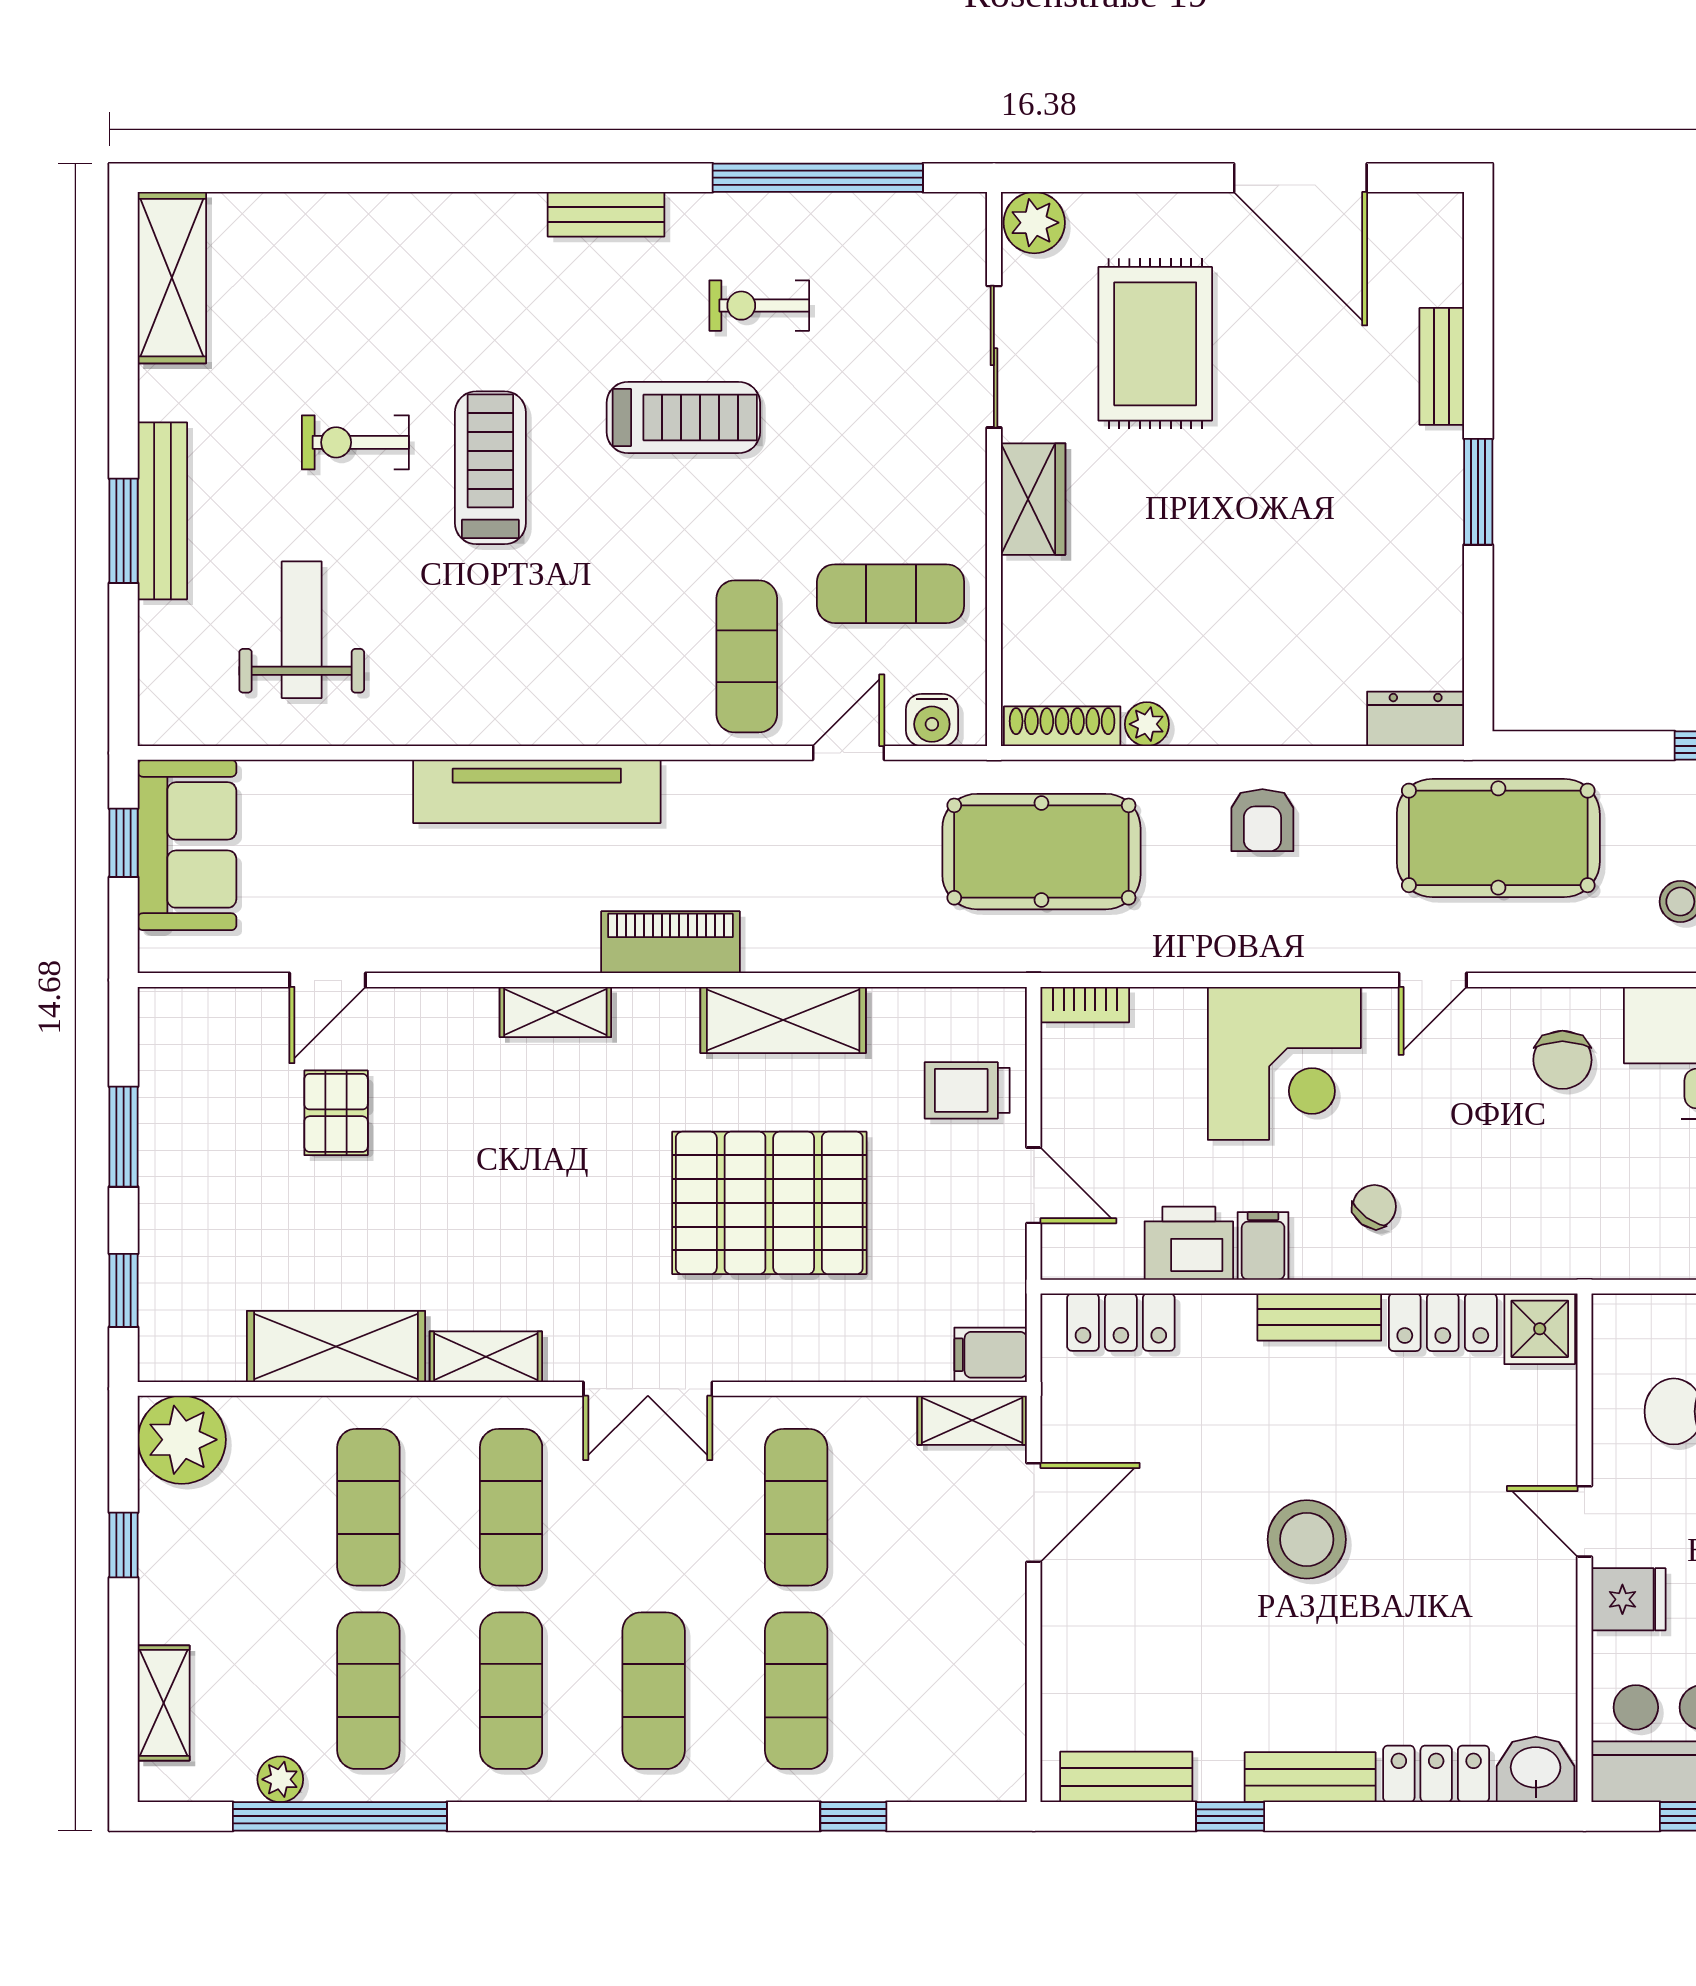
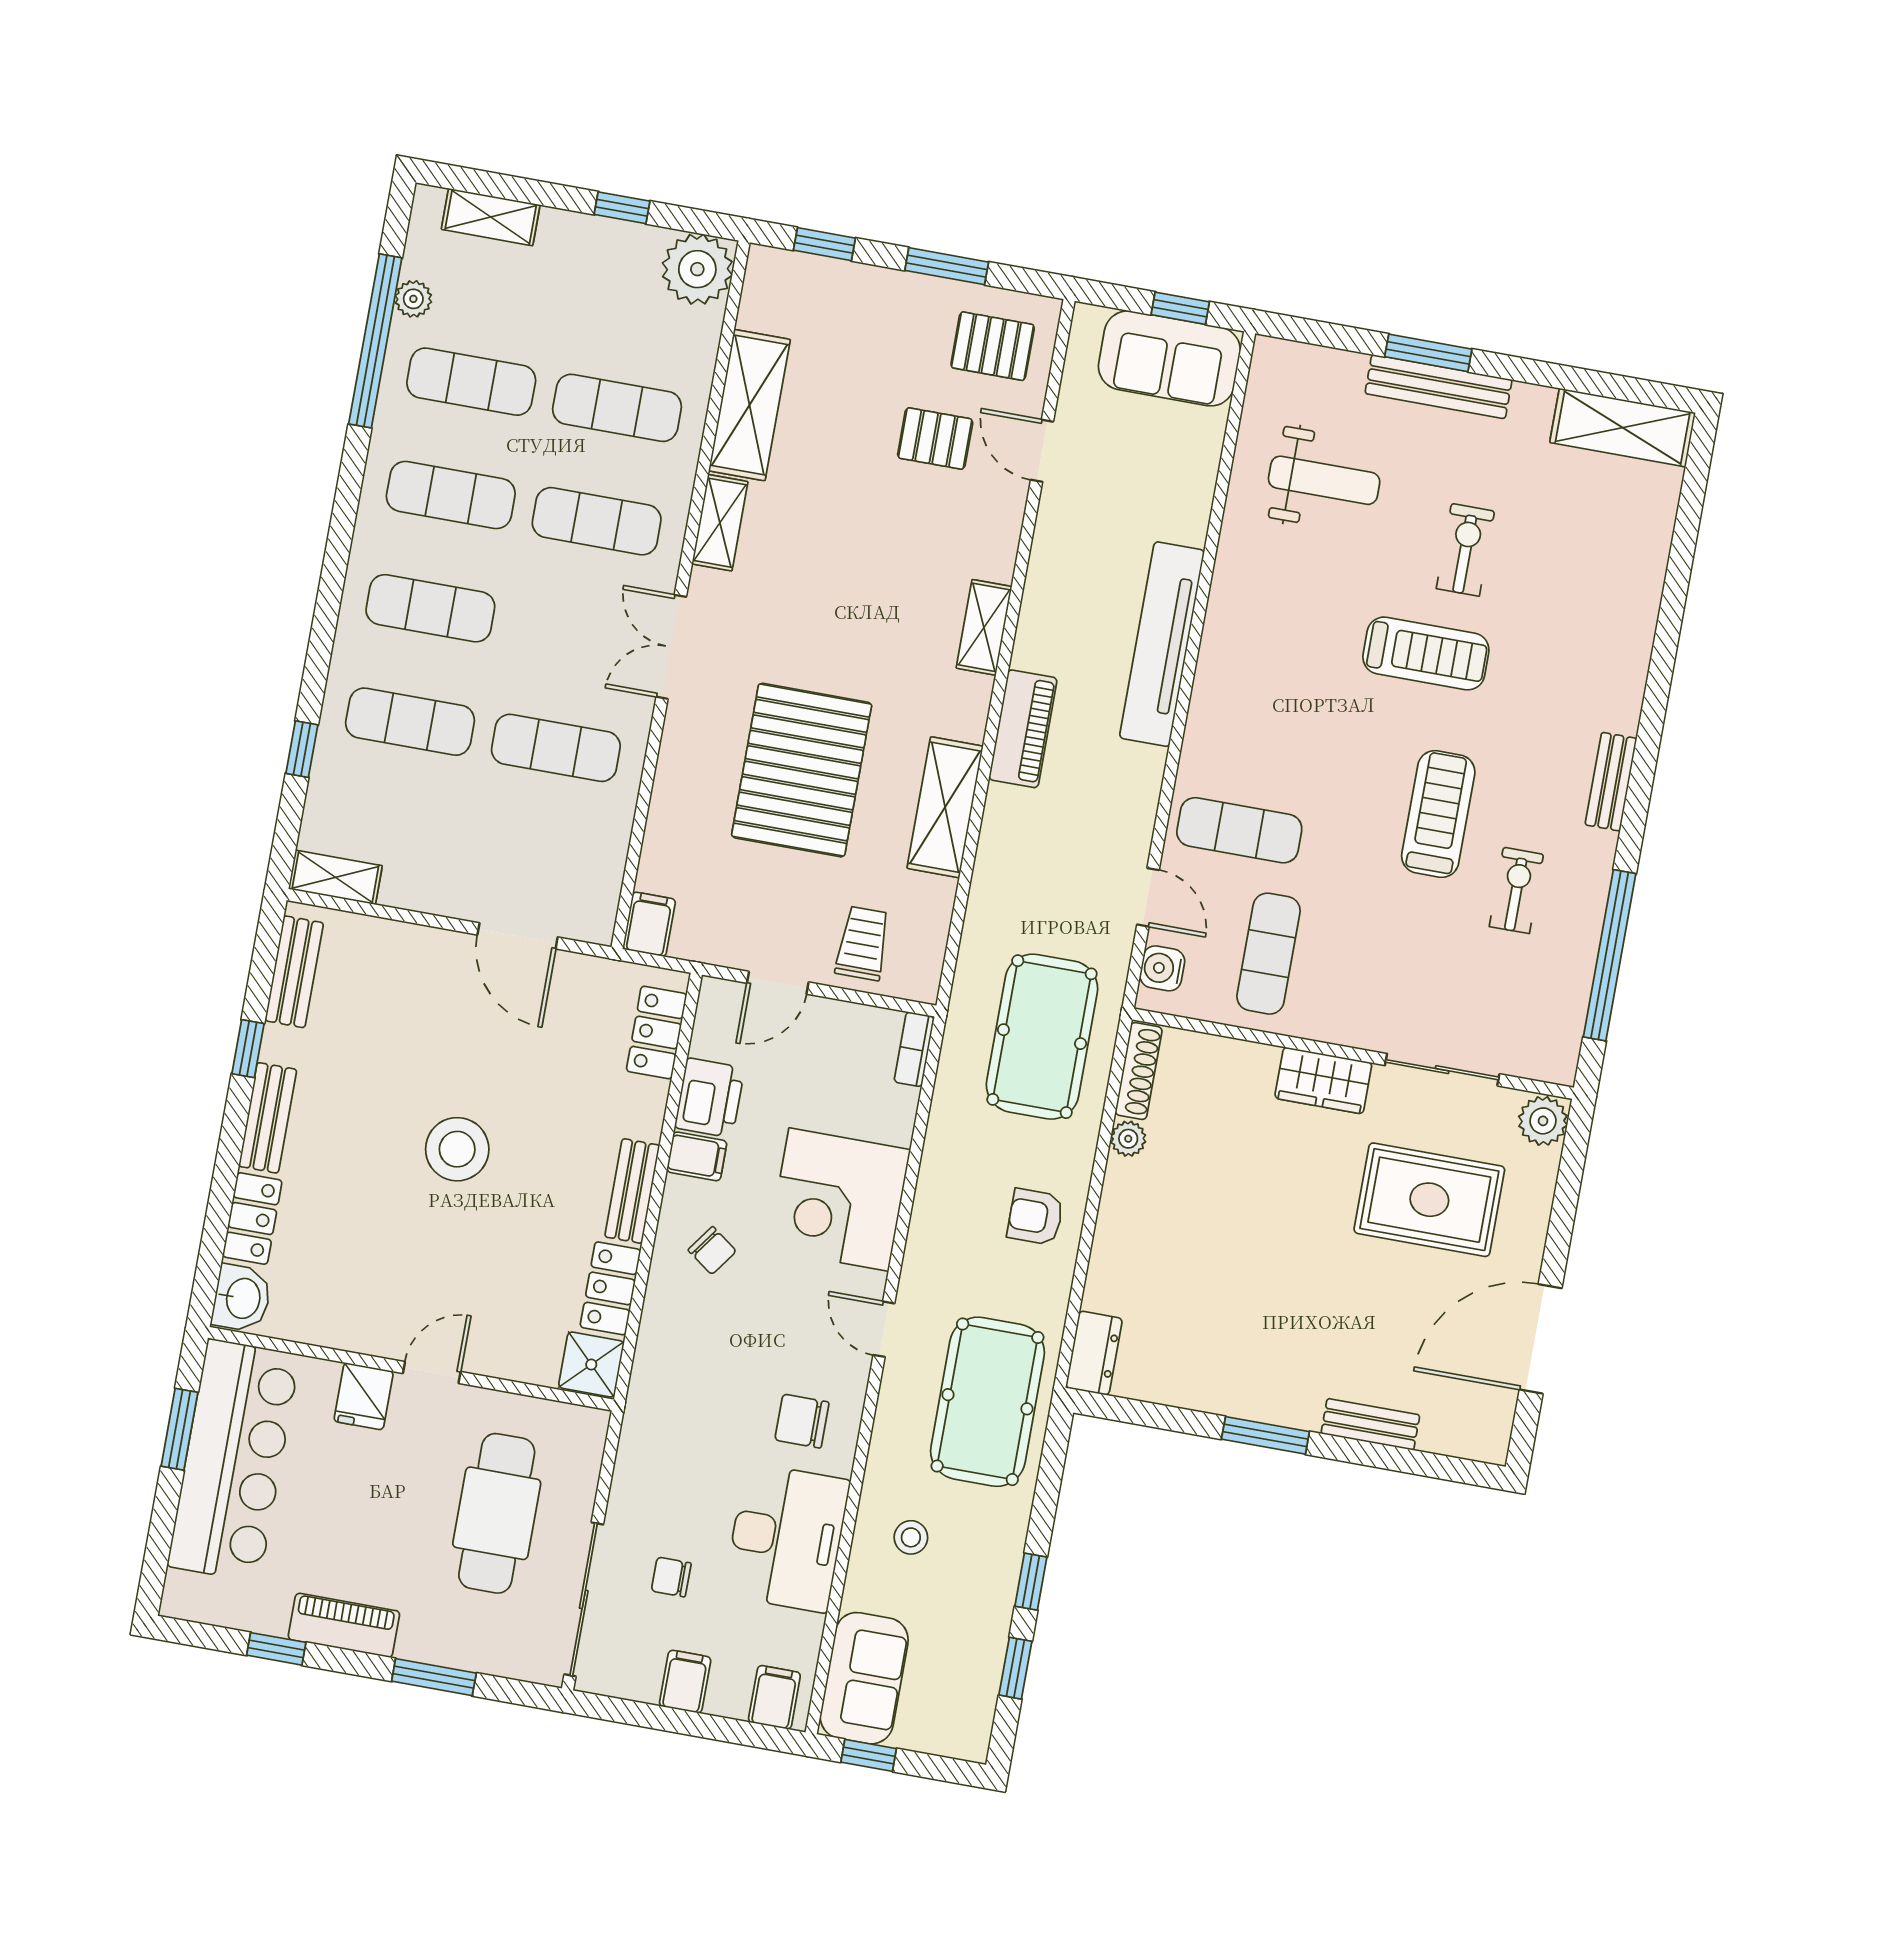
treadmill: (683, 417) -> (1438, 814), turned 180
pallet: (211, 1063) -> (993, 346), added
shelving: (972, 1420) -> (335, 877), moved, turned 90

